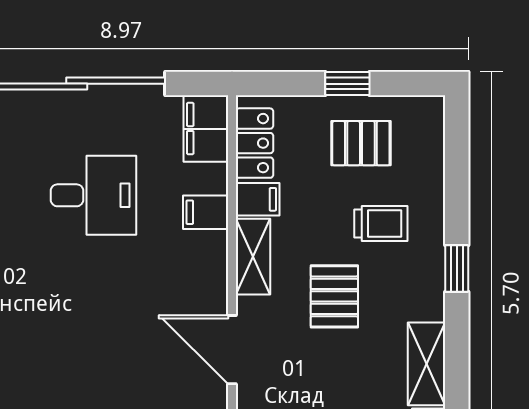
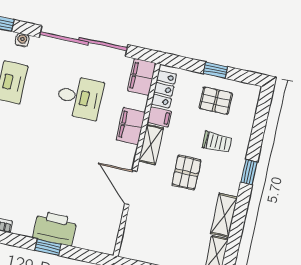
filing cabinet: (206, 212) -> (131, 126), width x2.00

